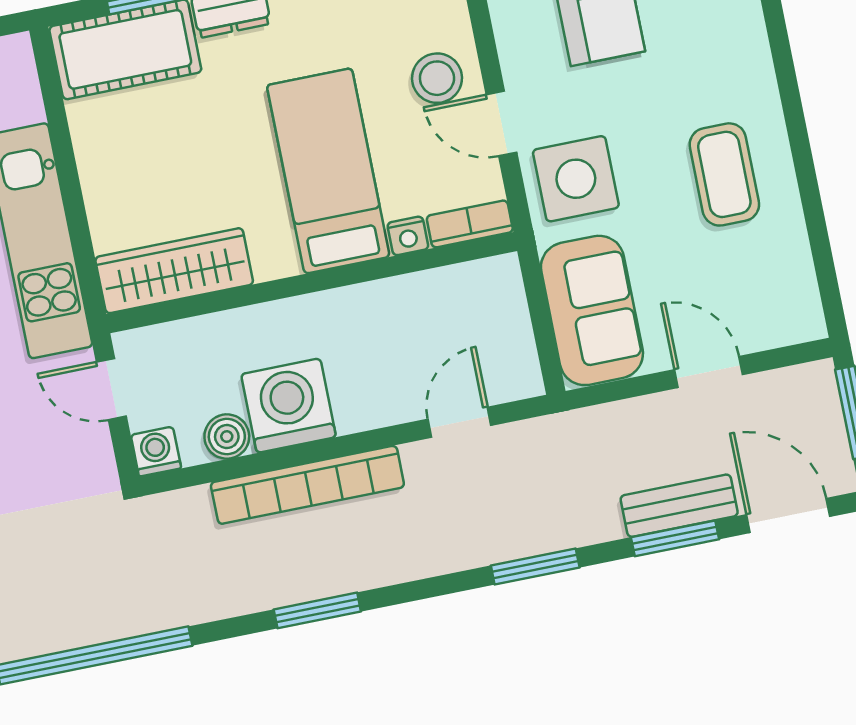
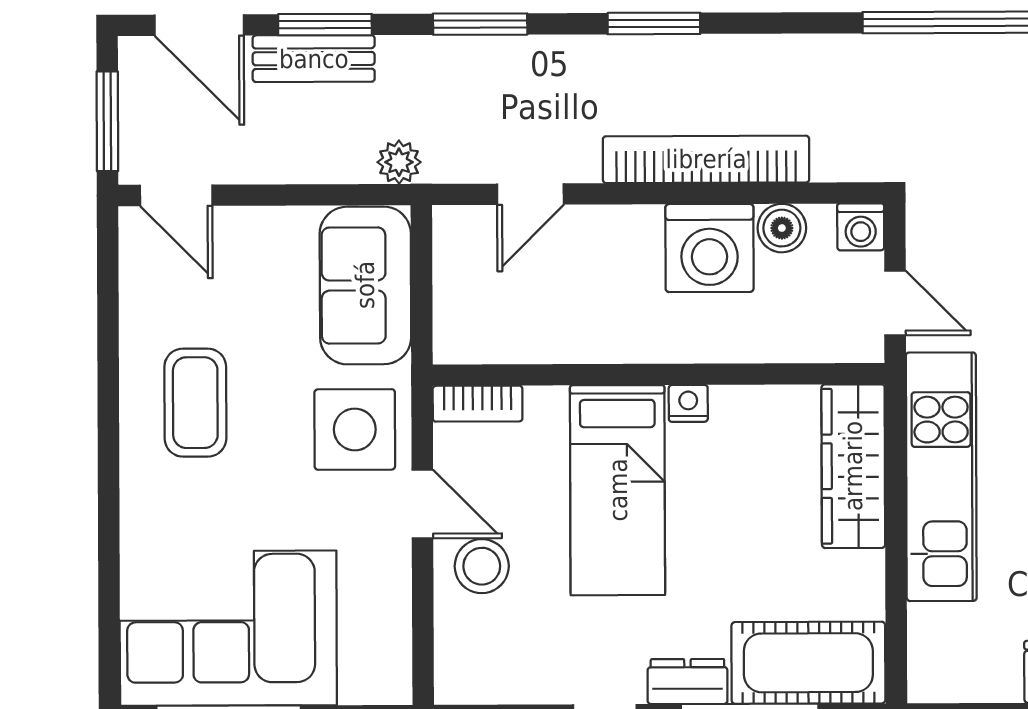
nightstand: (408, 236) -> (688, 403), moved
wardrobe: (174, 271) -> (853, 466), moved, turned 90
door: (709, 372) -> (176, 195), moved
plant: (584, 428) -> (399, 162), added
window: (317, 610) -> (654, 23), moved

